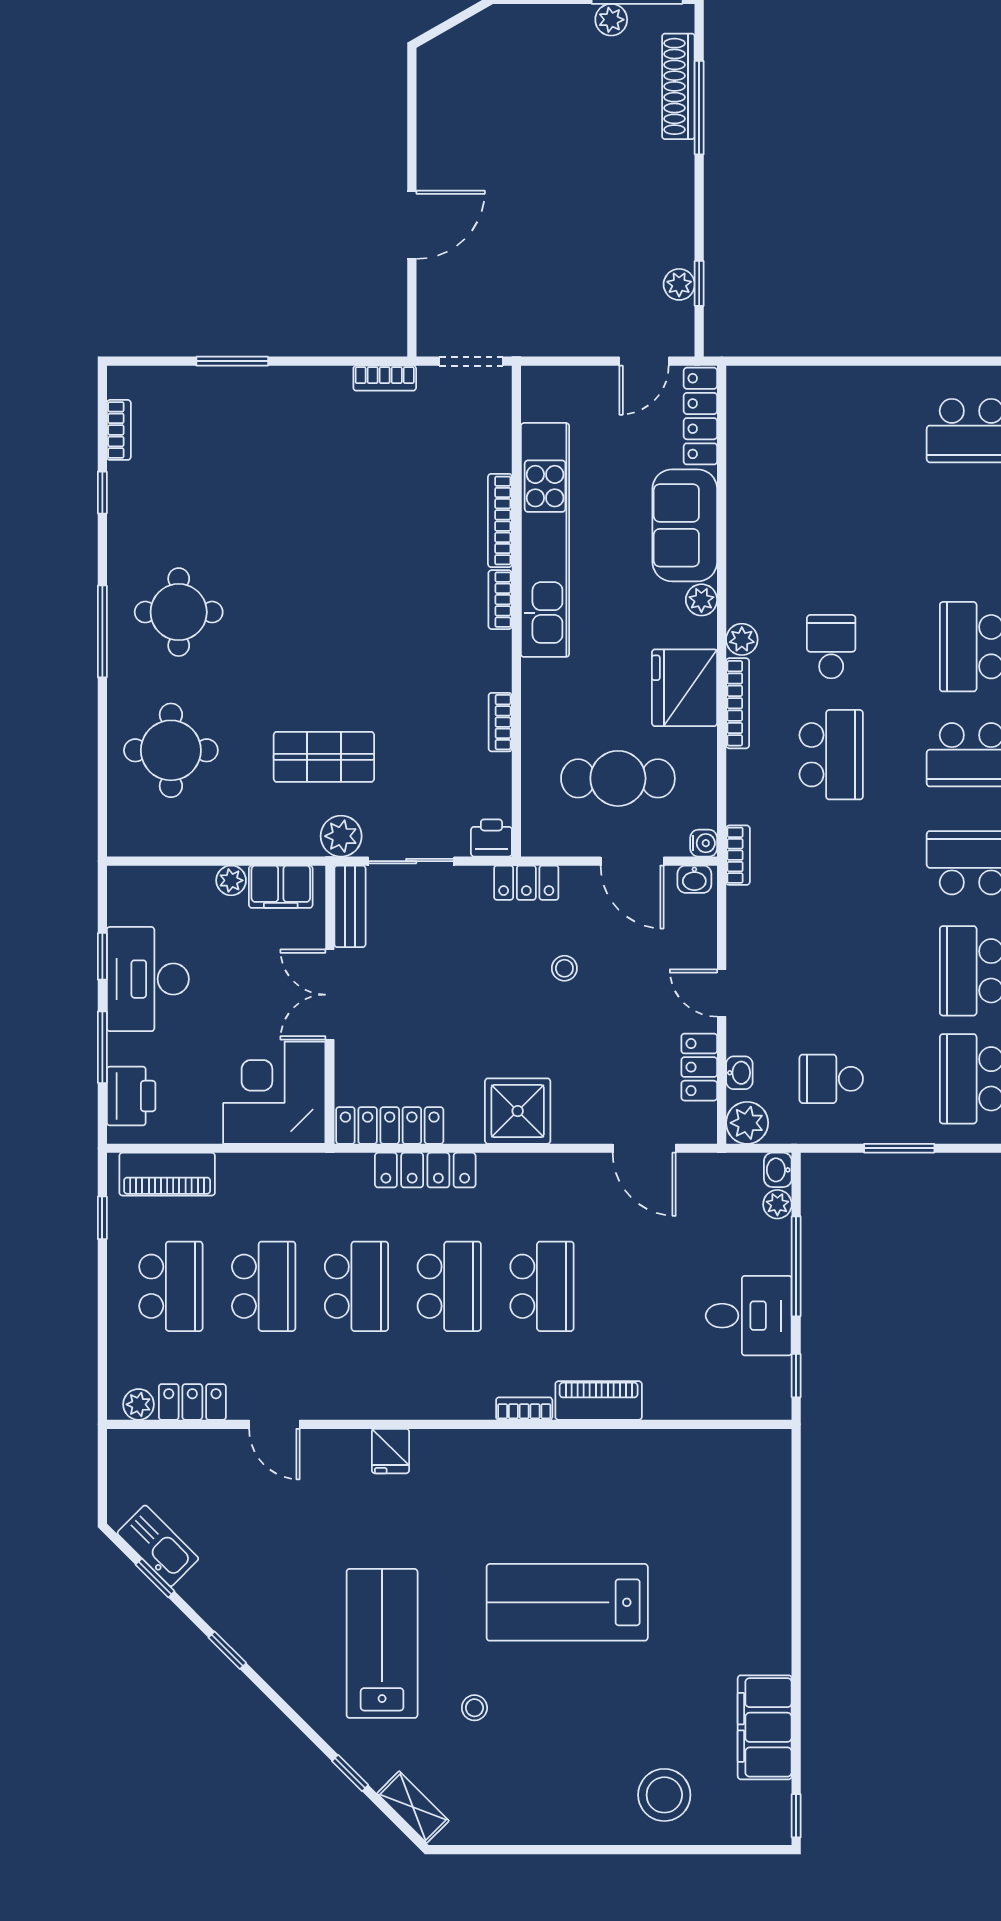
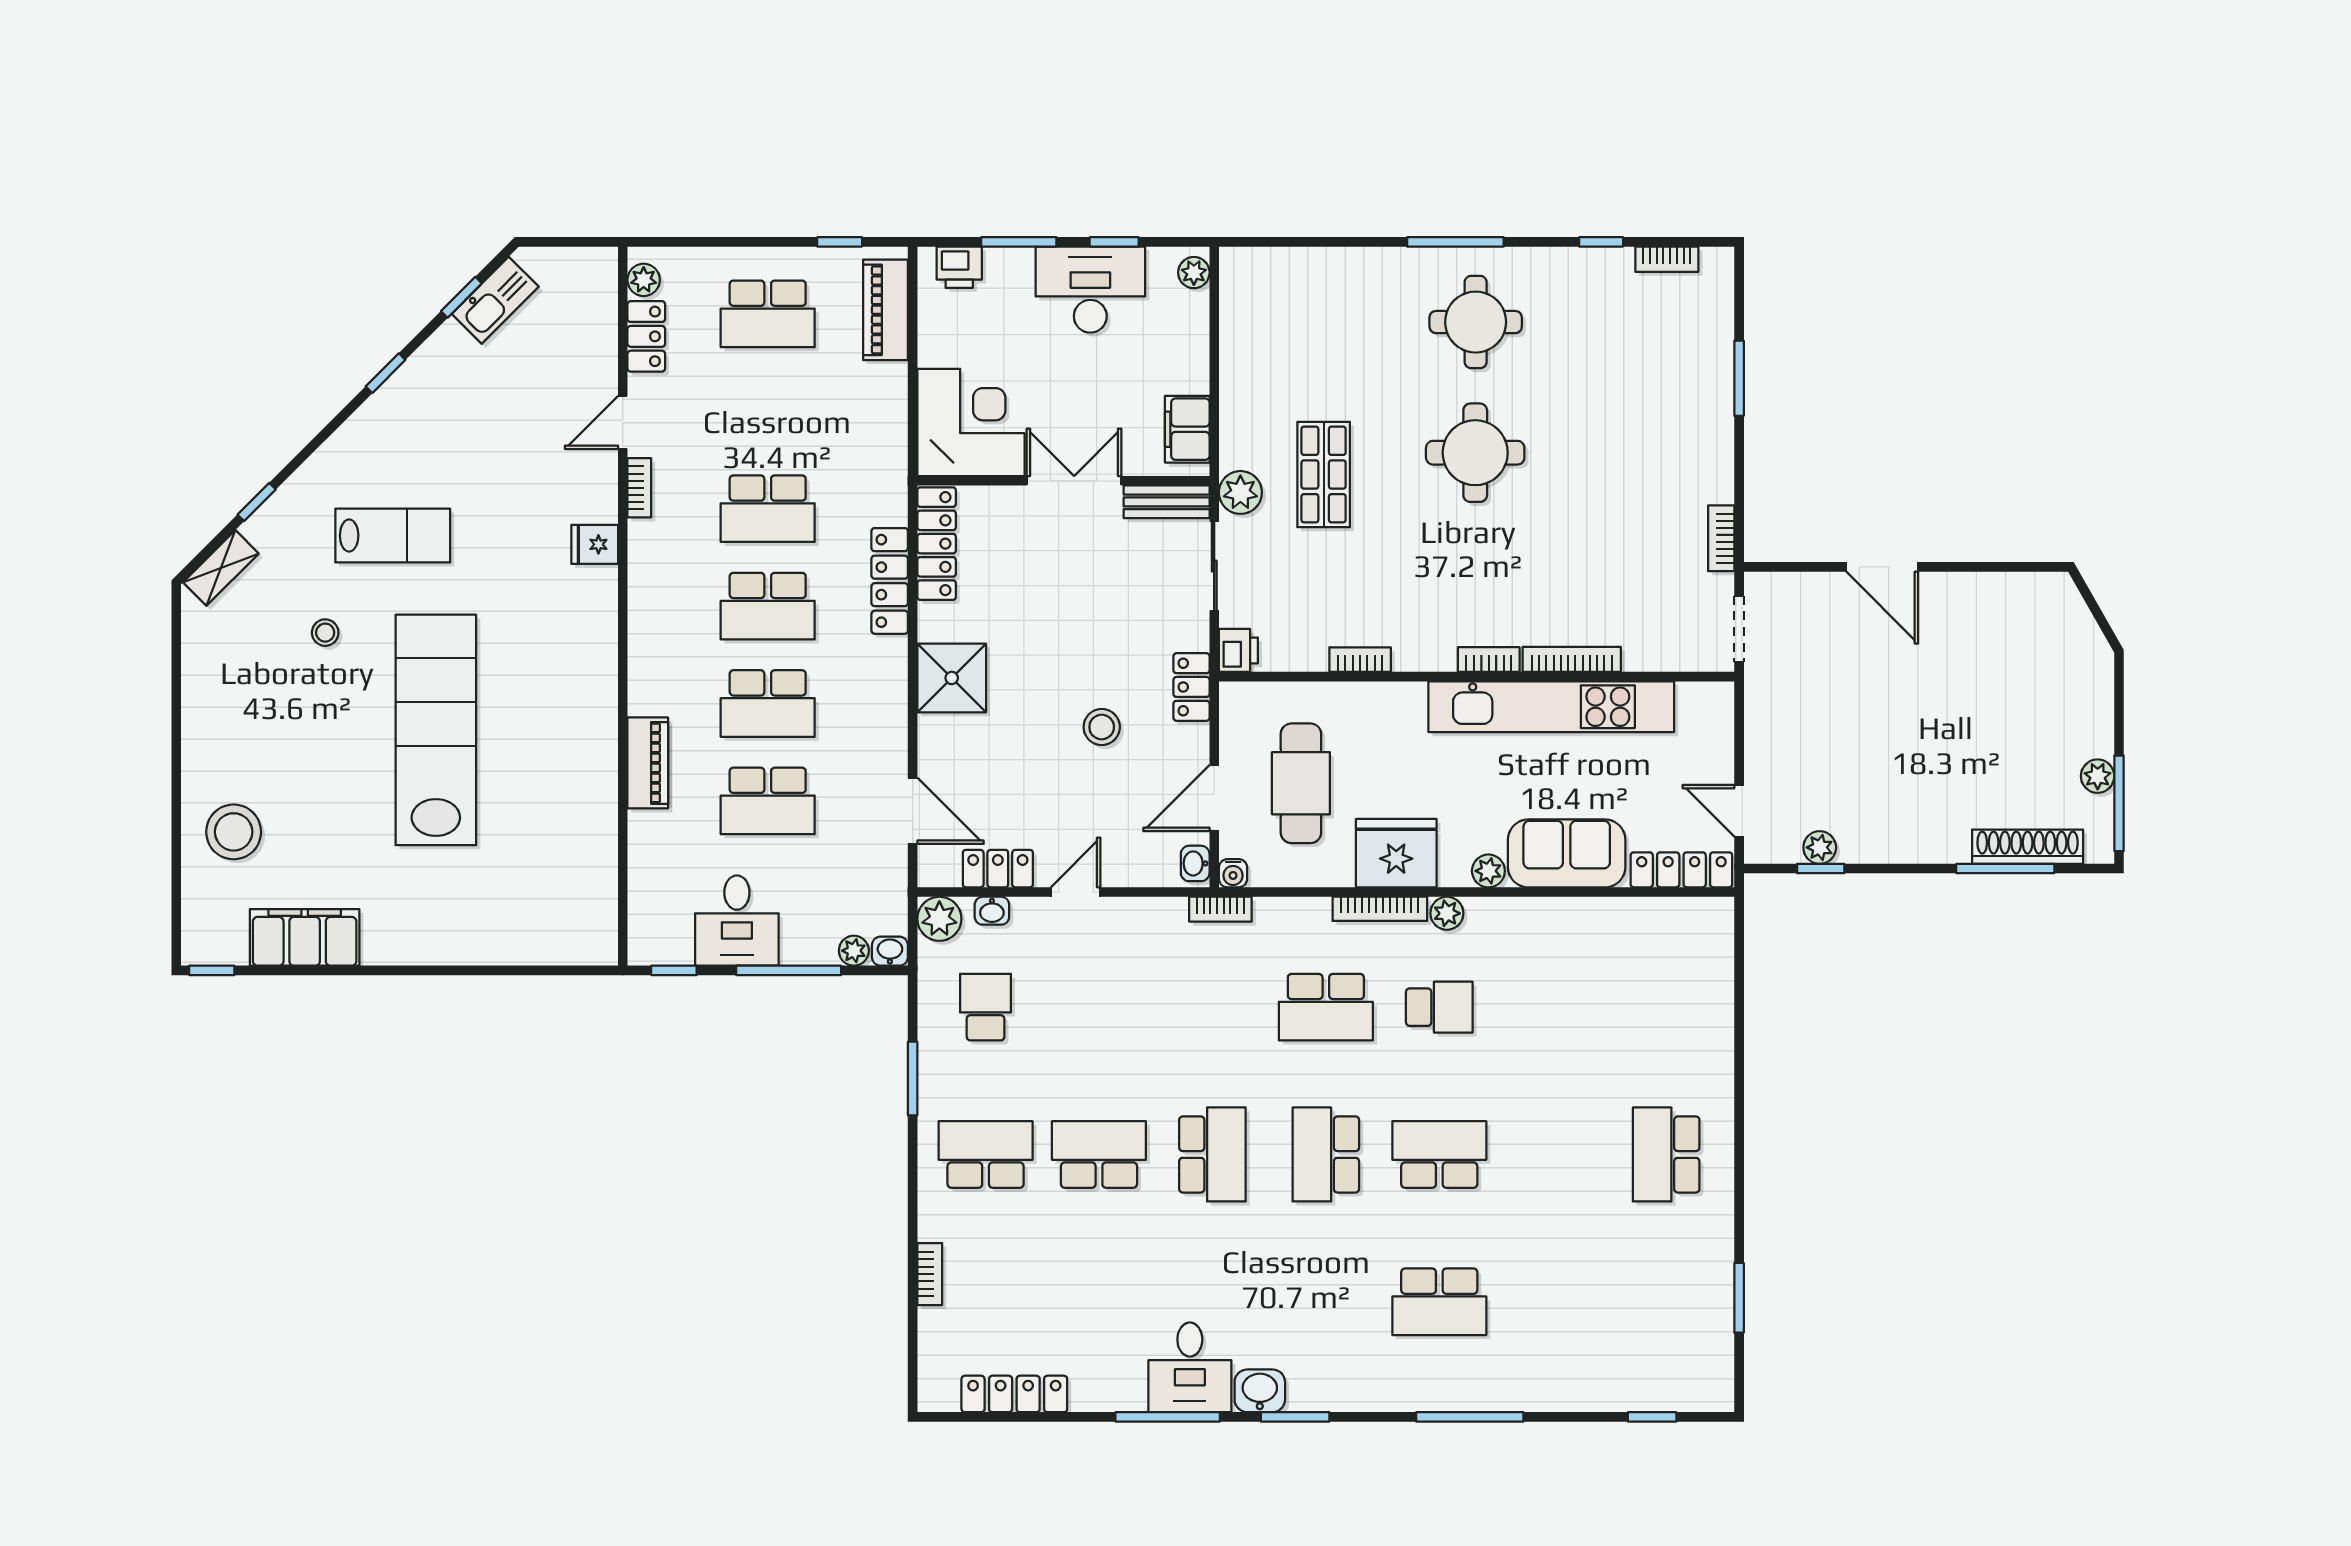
round table: (171, 750) -> (1475, 453), moved
plant: (231, 880) -> (1194, 273), moved
stool: (564, 968) -> (1102, 727), width x1.37, depth x1.37
printer: (131, 1096) -> (959, 267), width x0.73, depth x0.81
door: (644, 1148) -> (913, 811), swing flipped
school desk: (264, 1286) -> (768, 801), moved
bookcase: (524, 1409) -> (639, 488), moved
lab bench: (567, 1602) -> (436, 730), width x1.36
lab bench: (382, 1643) -> (393, 536), width x0.73, depth x0.72

